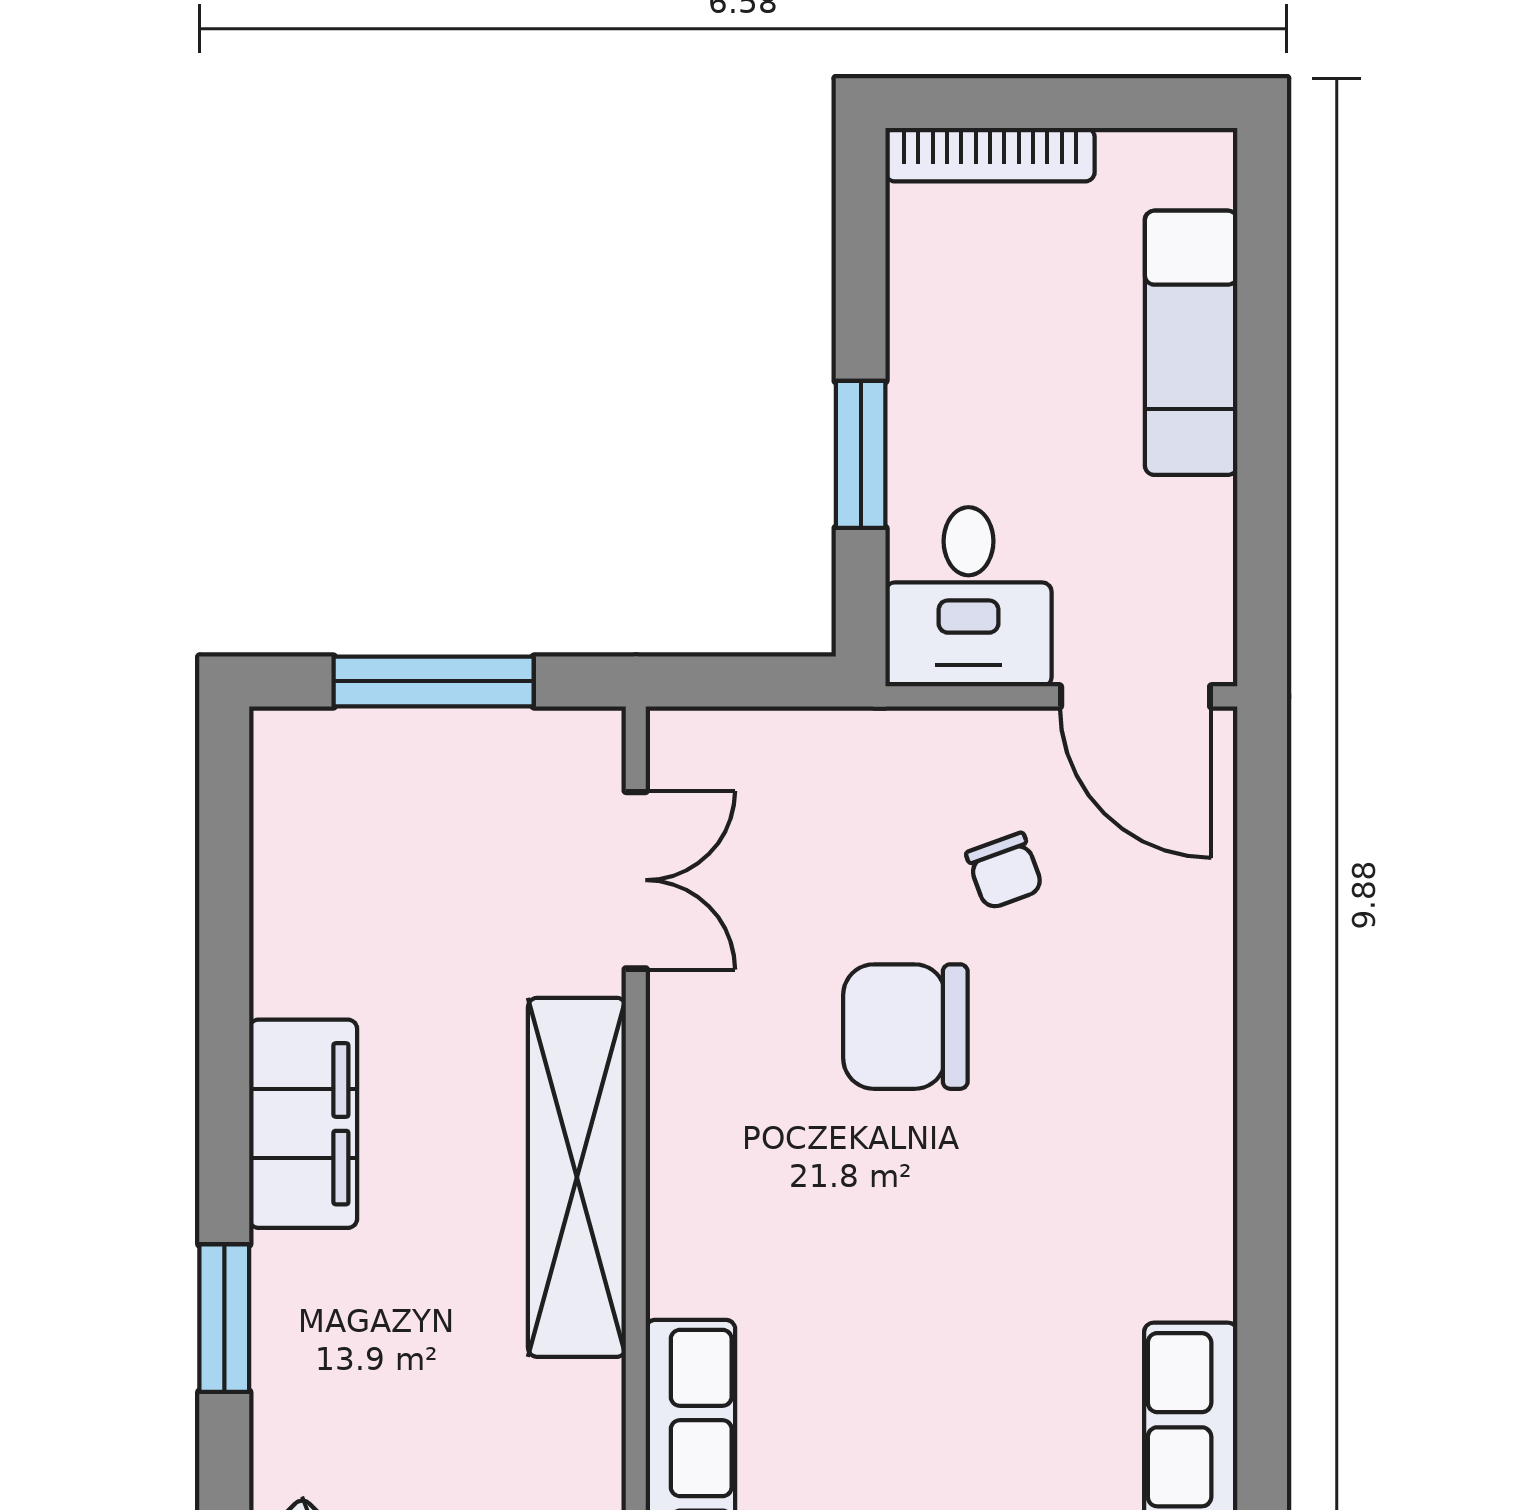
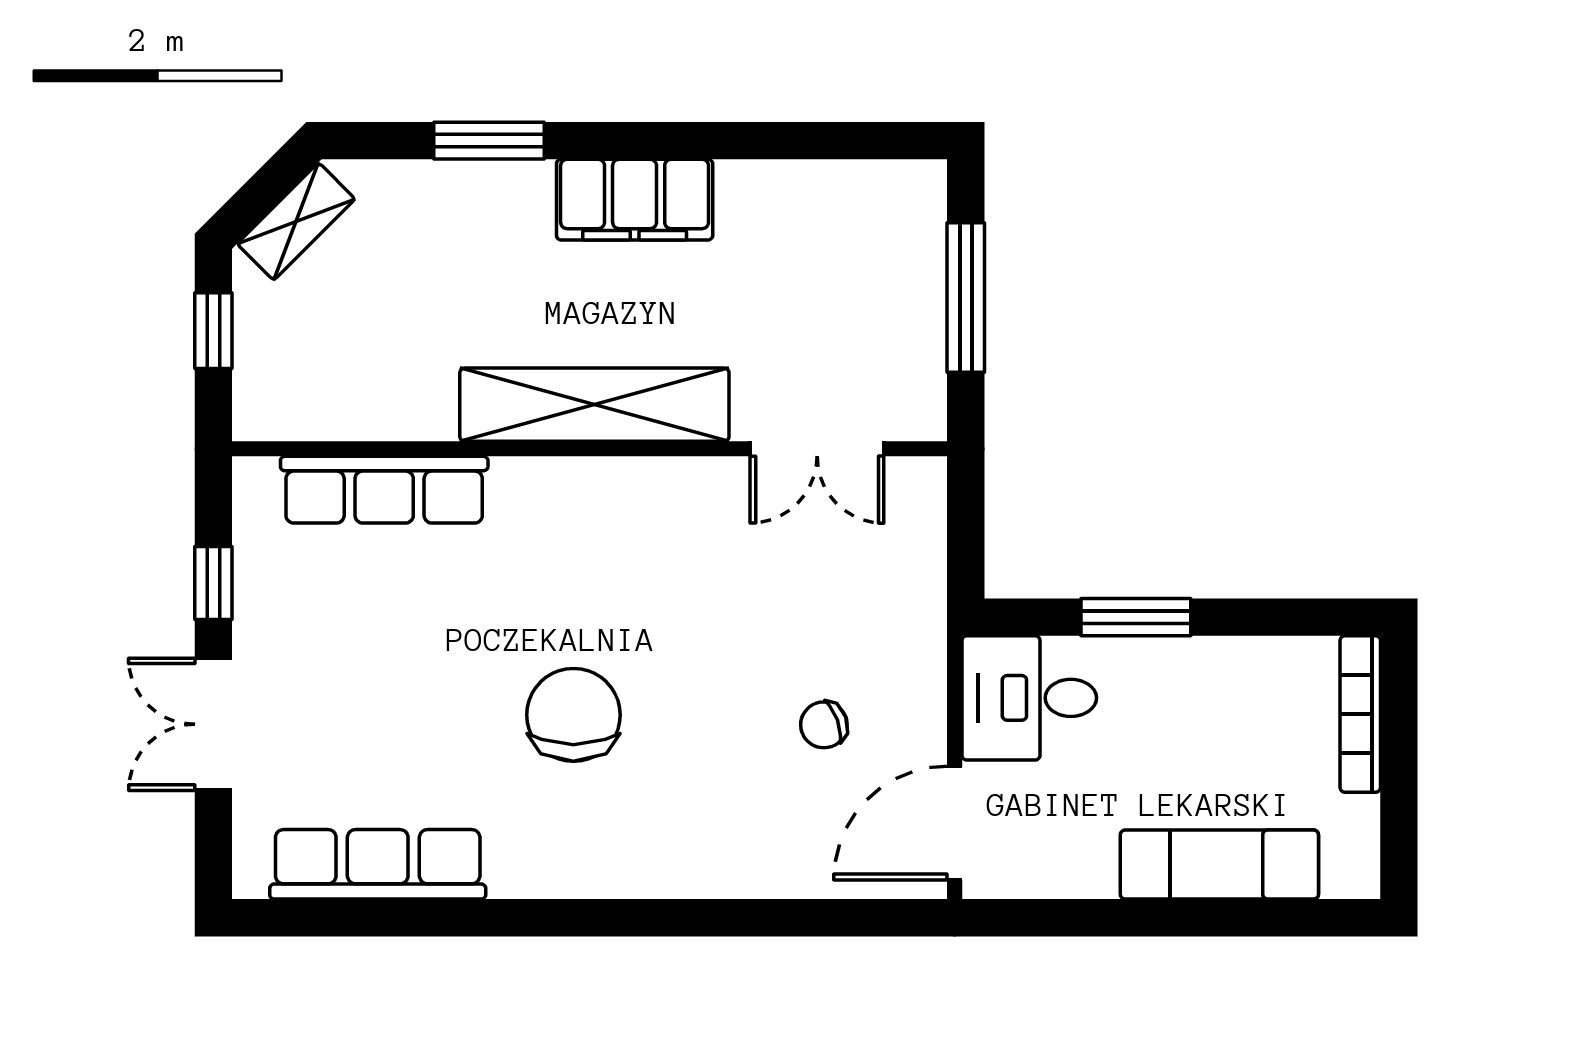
chair: (905, 1027) -> (573, 715), moved

